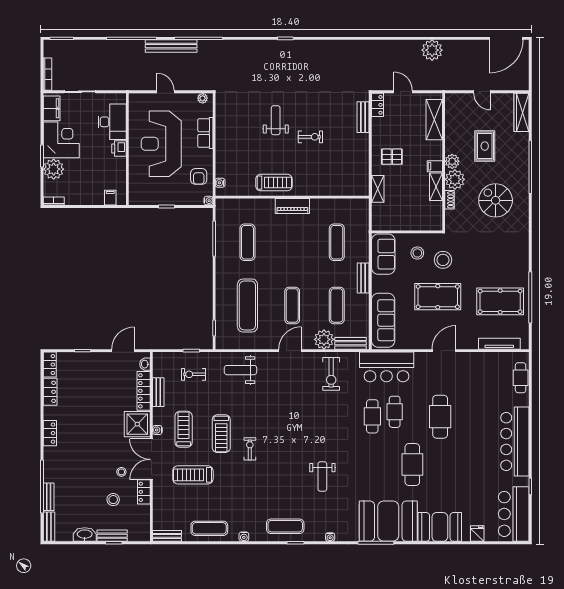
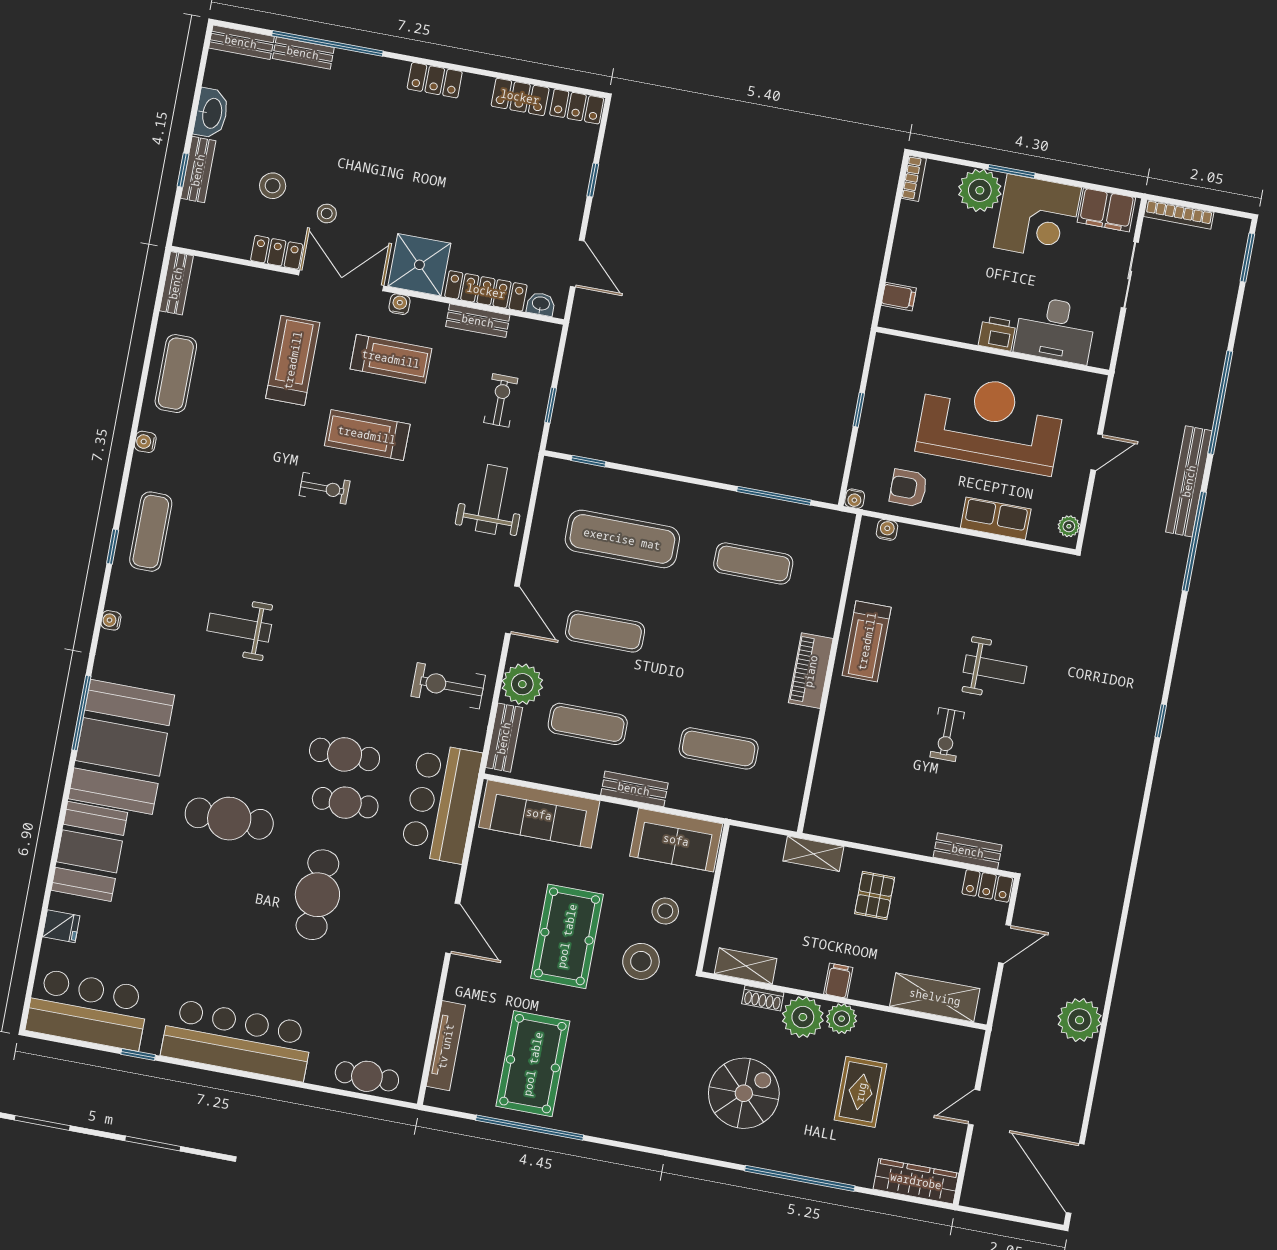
rug: (485, 146) -> (861, 1092), turned 90
shelving: (436, 187) -> (746, 966), moved
cafe table: (440, 417) -> (317, 895), turned 90

